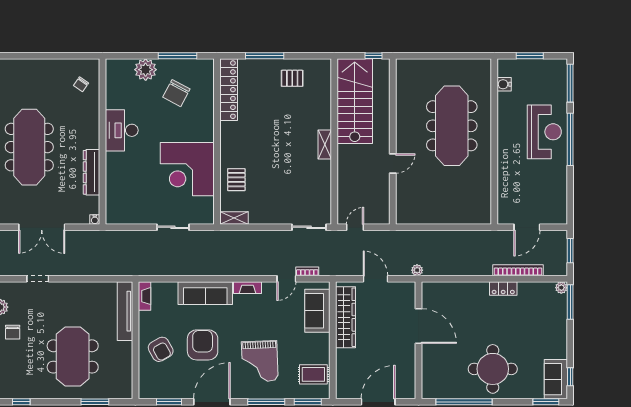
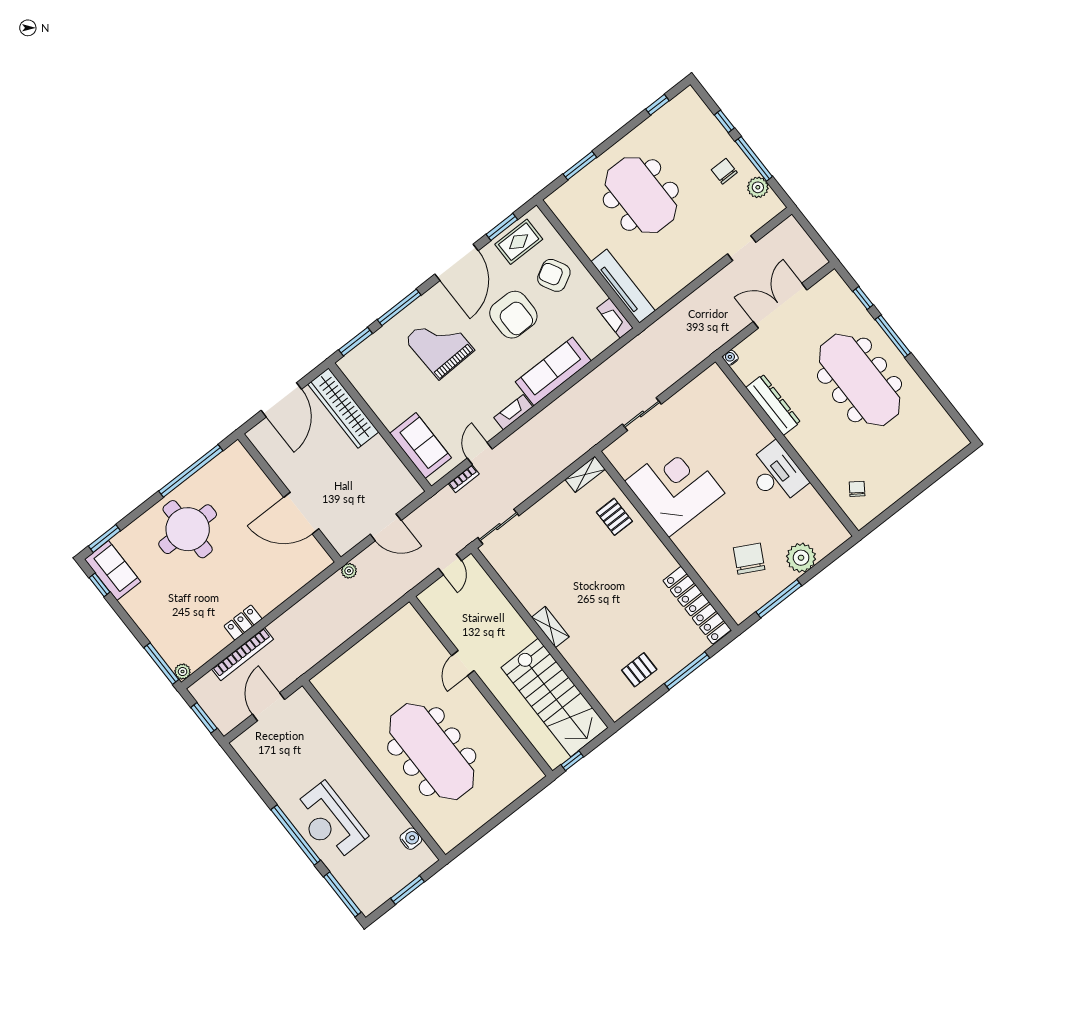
wardrobe: (345, 317) -> (343, 408), moved
rug: (313, 374) -> (519, 242), moved

